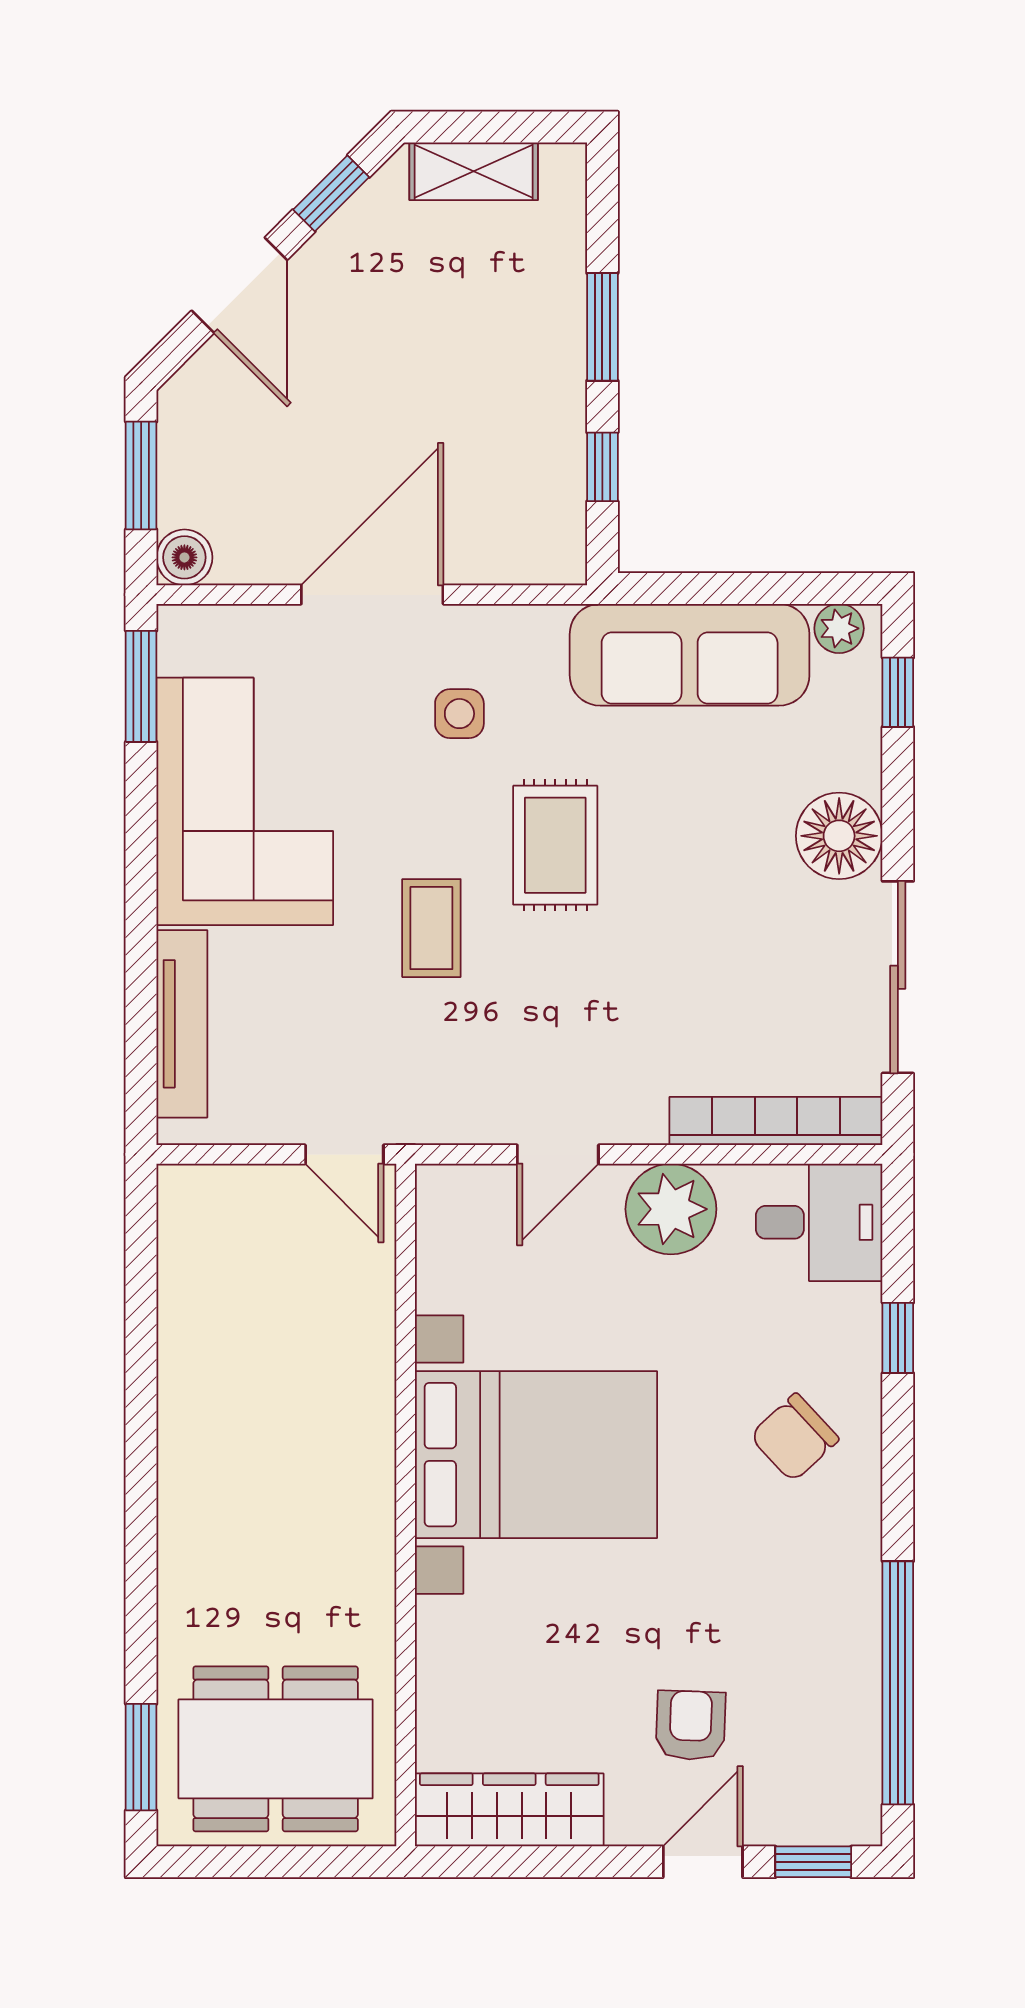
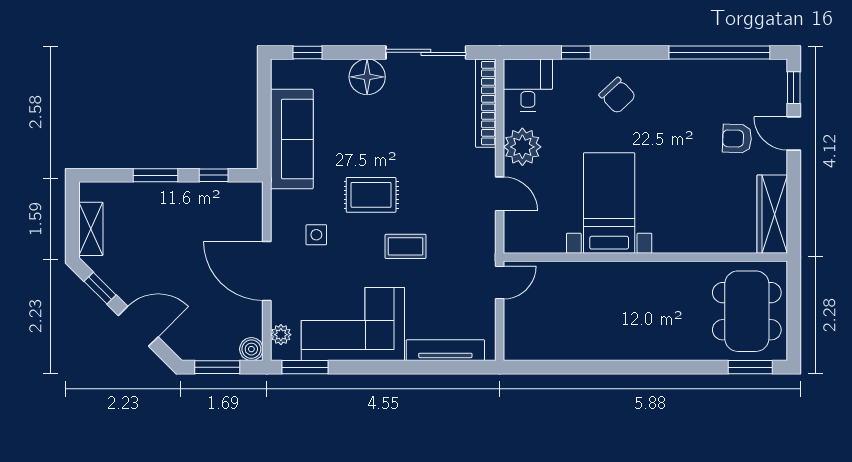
plant: (839, 628) -> (281, 335), moved
bed with nightstands: (536, 1455) -> (609, 203), width x0.73

